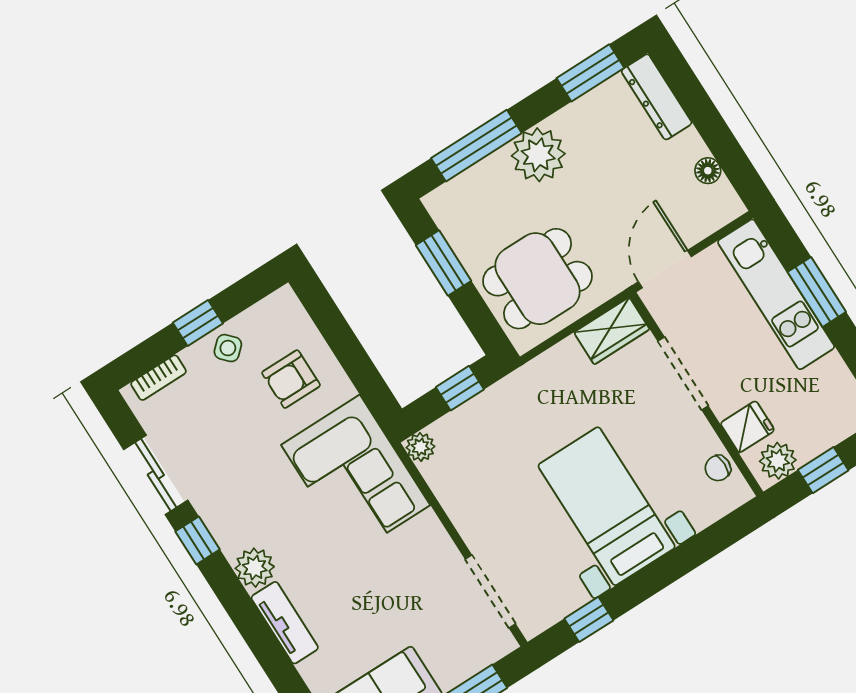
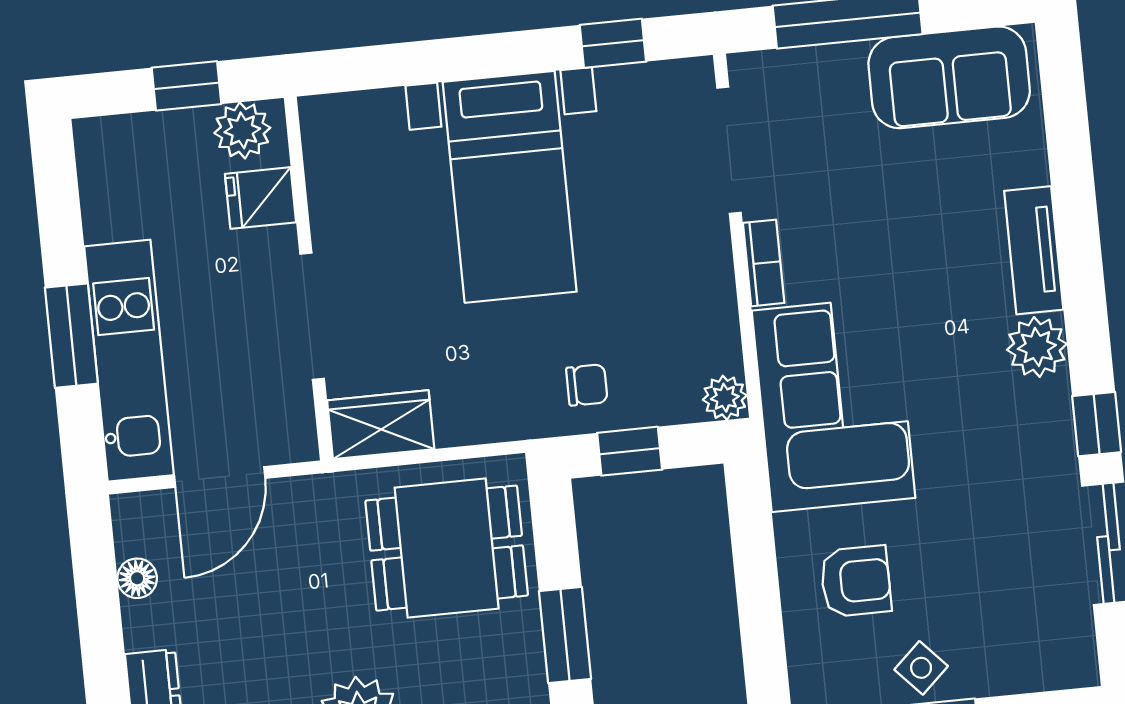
door: (665, 269) -> (220, 477), moved
bookcase: (158, 378) -> (764, 263), moved, turned 90
chair: (718, 468) -> (587, 385), moved

